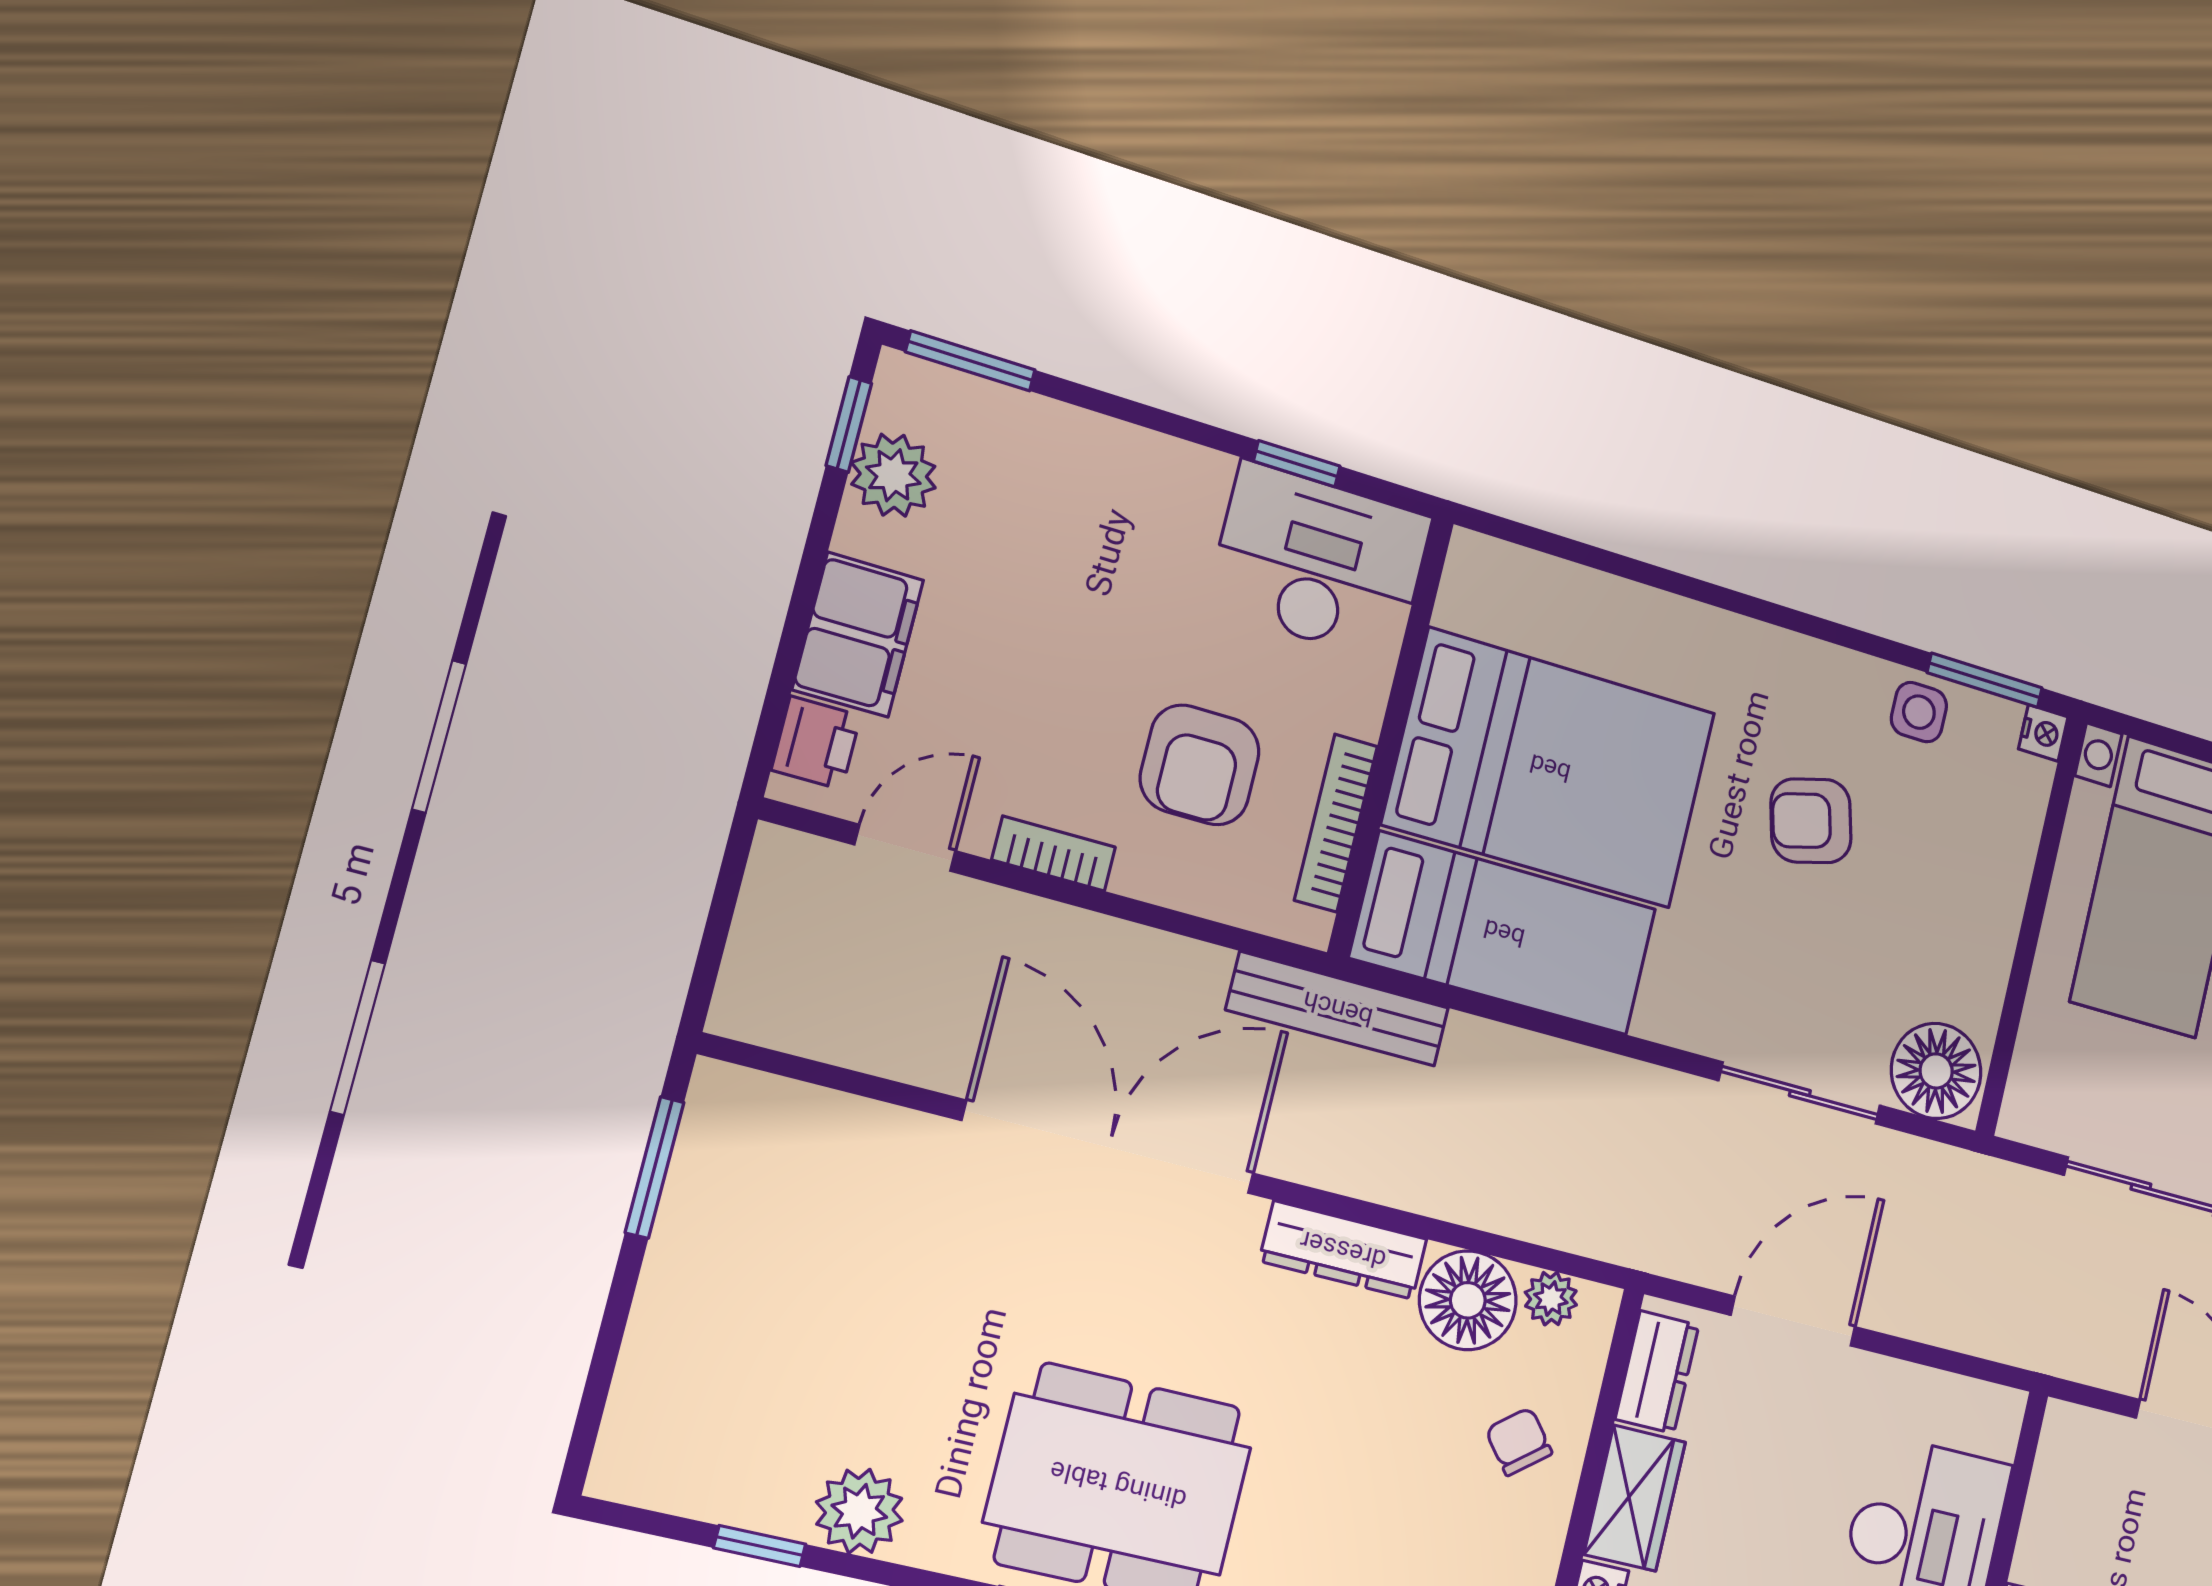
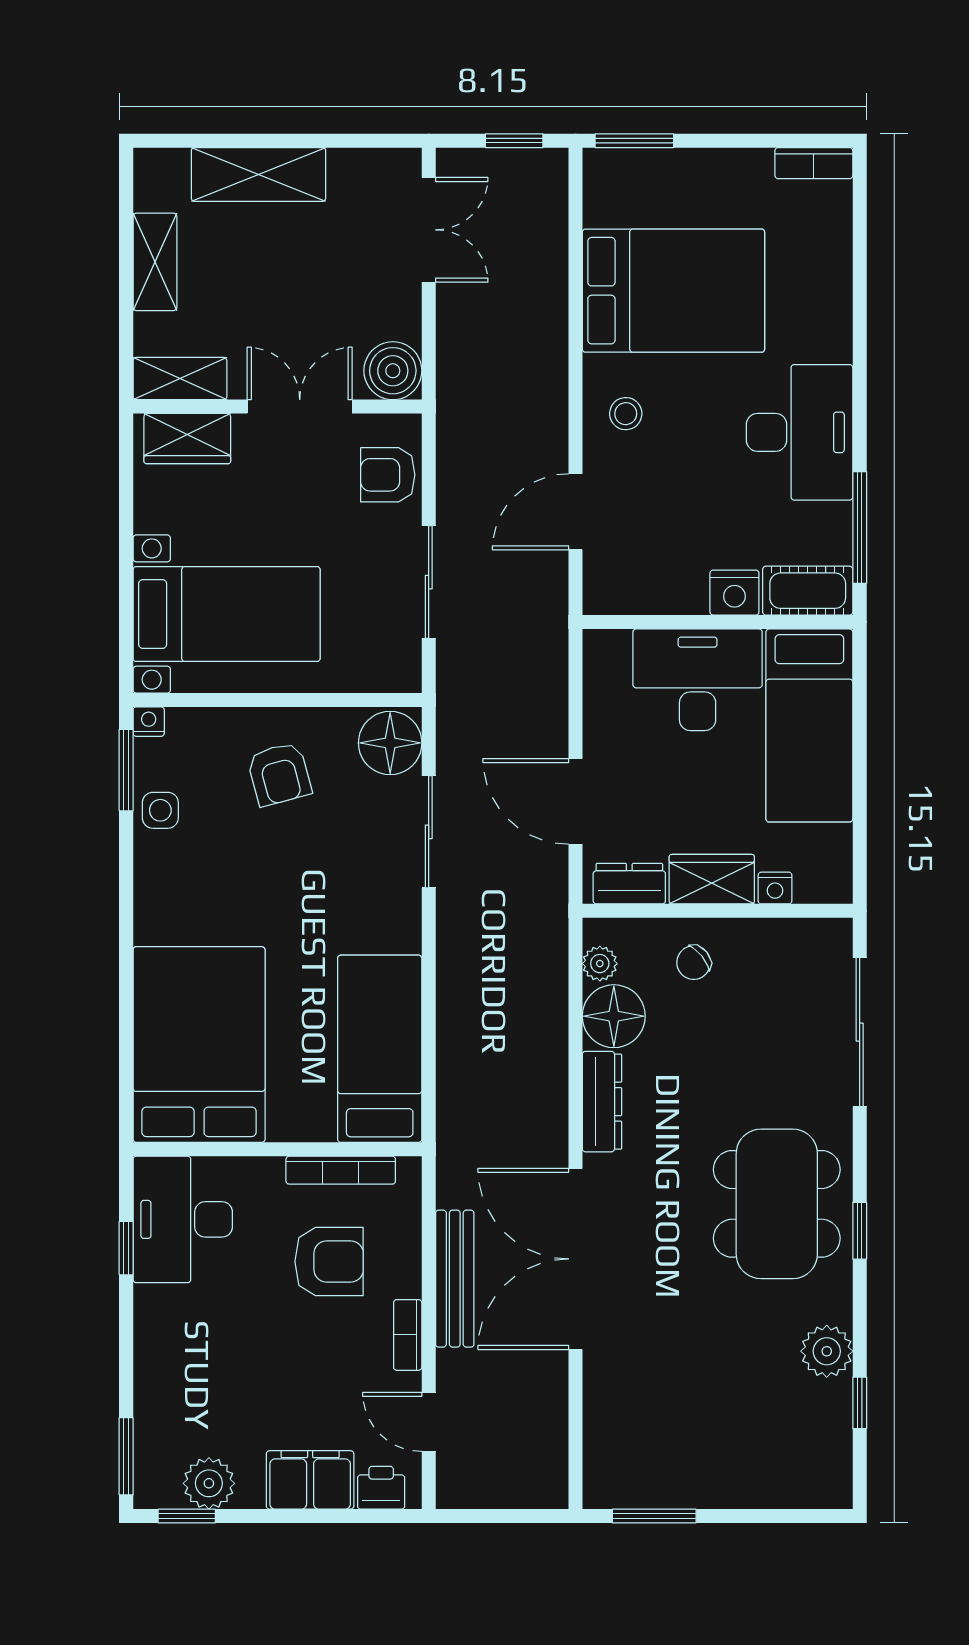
bed: (1550, 768) -> (199, 1045), moved
armchair: (1811, 821) -> (279, 774), moved
bench: (1338, 1009) -> (455, 1279), moved

